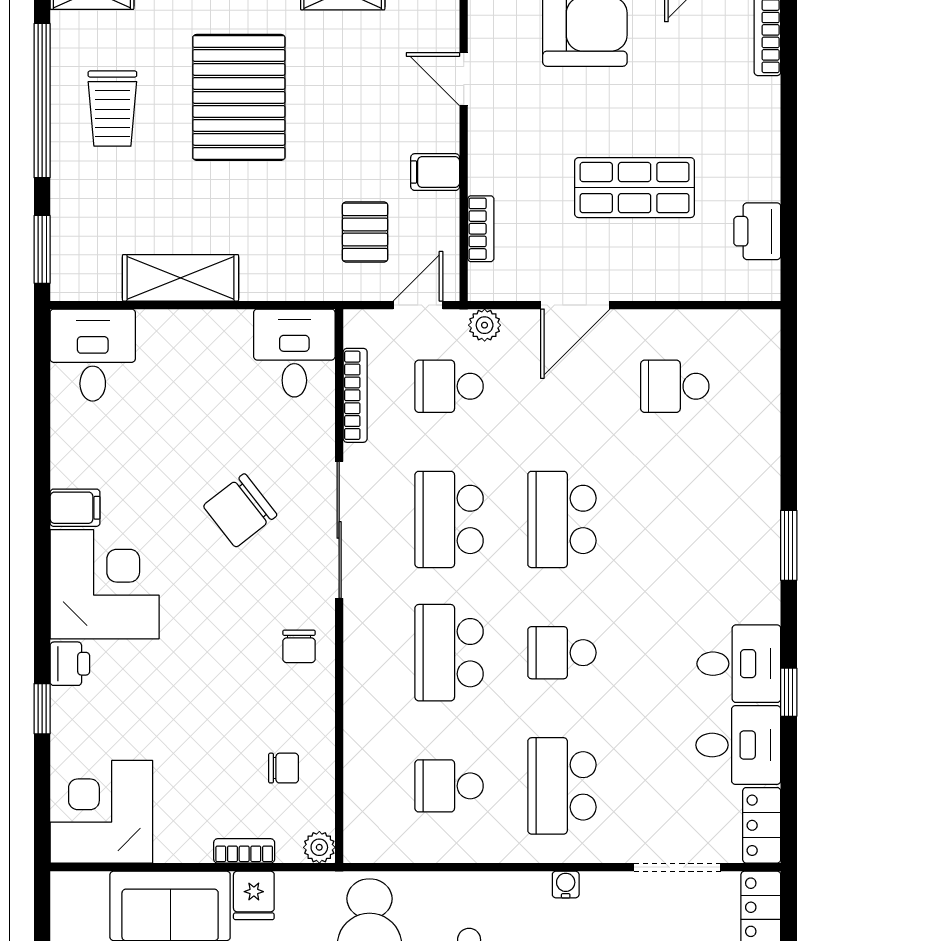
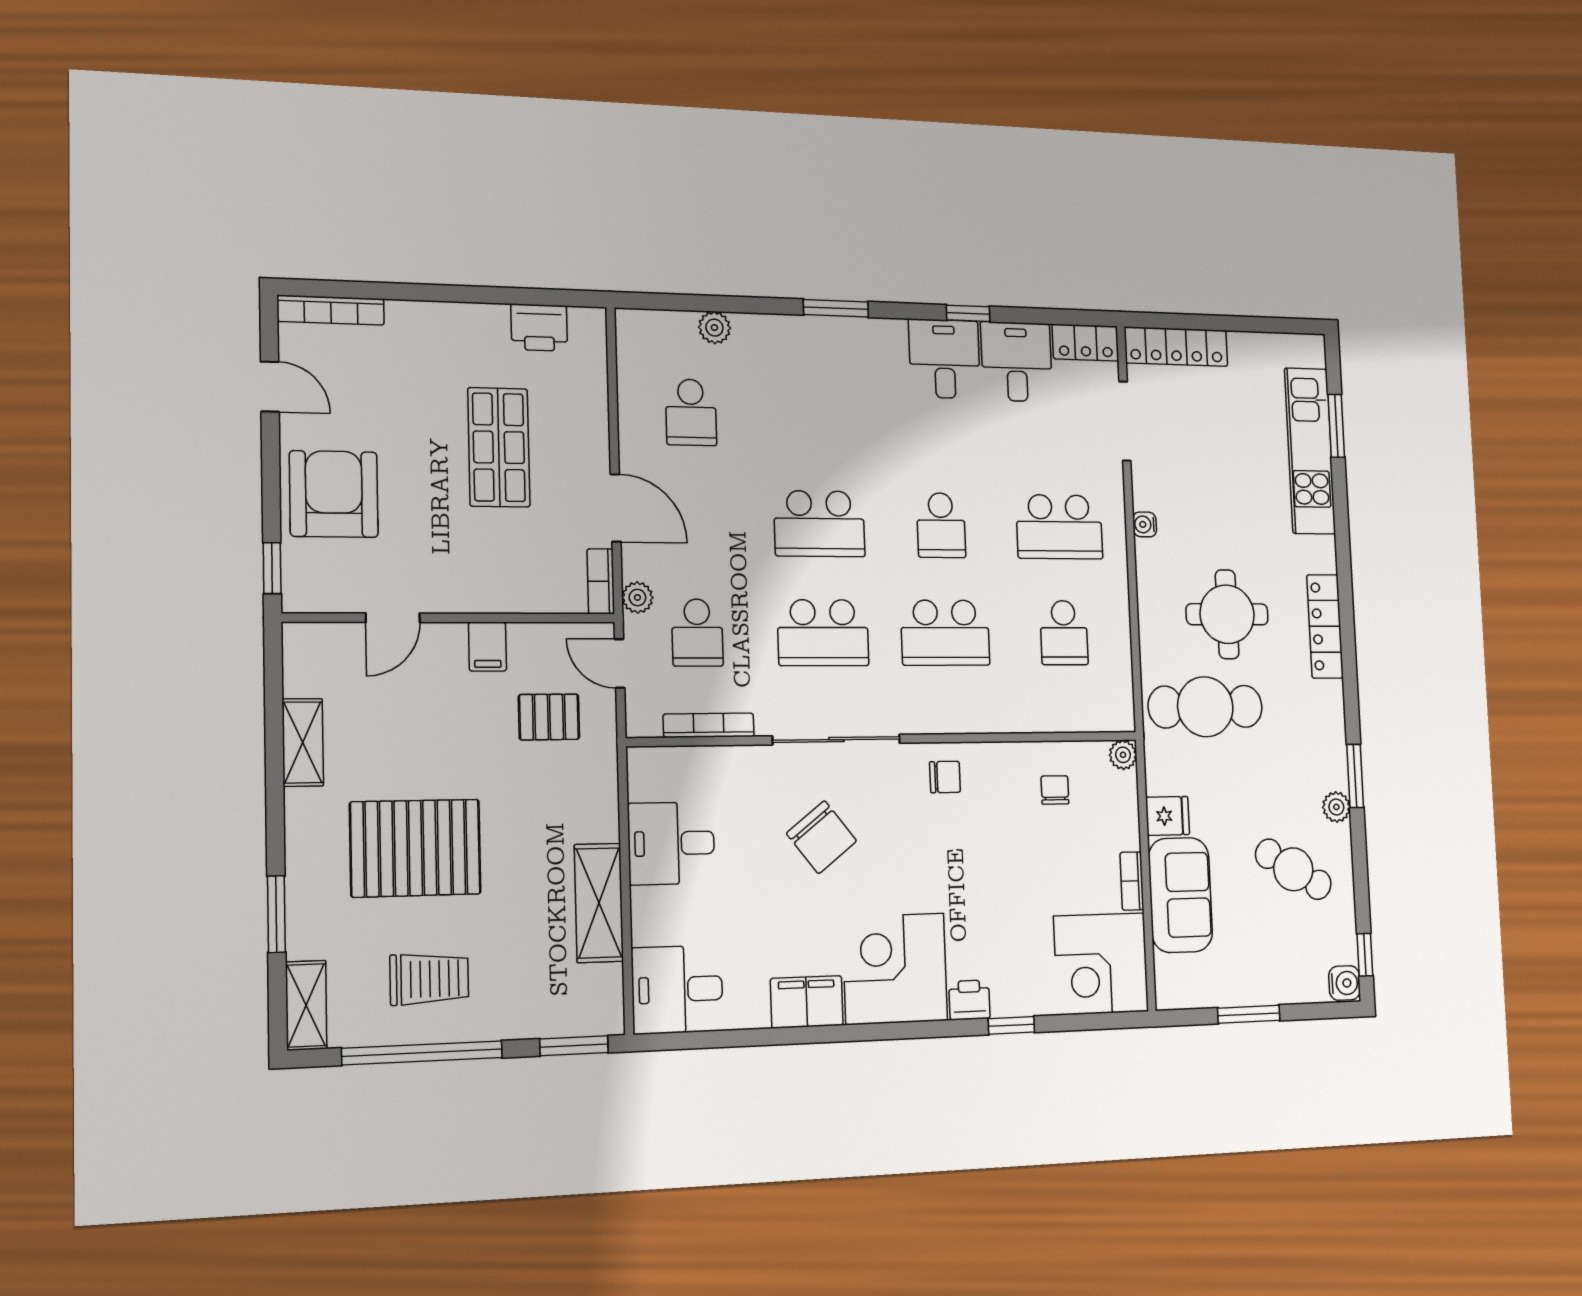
bookcase: (481, 229) -> (601, 581), moved, turned -90
desk: (294, 353) -> (671, 843), moved
plant: (764, 414) -> (714, 328), added
filing cabinet: (75, 508) -> (807, 1002), width x2.00
bookcase: (244, 851) -> (1132, 881), moved

